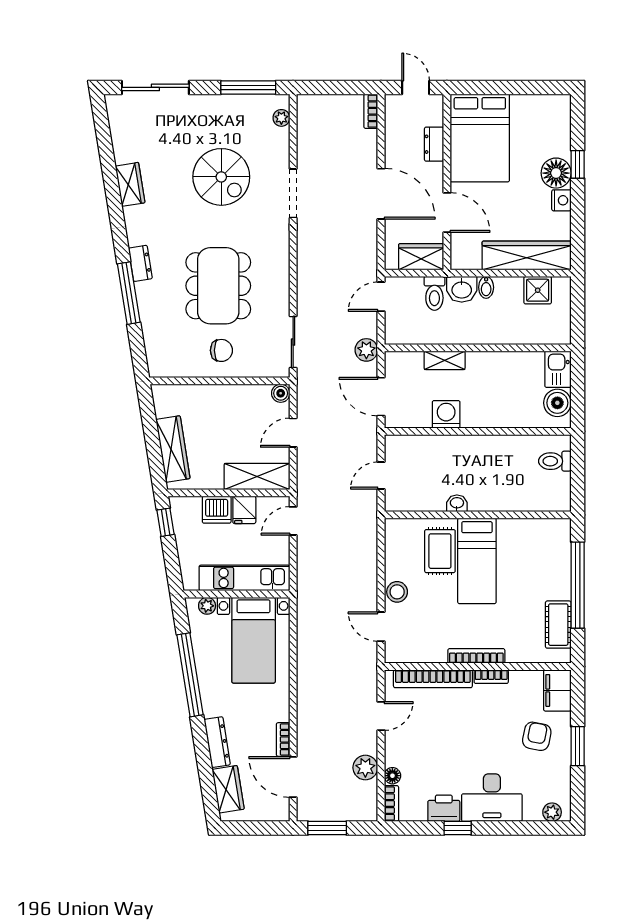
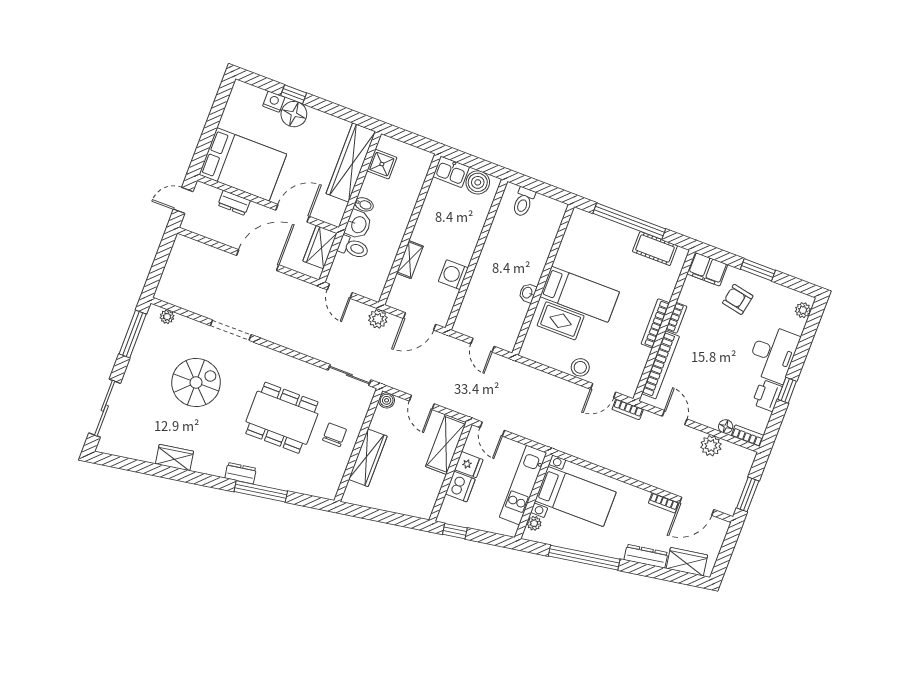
bookcase: (371, 111) -> (628, 409), moved
nightstand: (561, 200) -> (274, 102), moved
wardrobe: (173, 449) -> (368, 458), moved, turned 99

